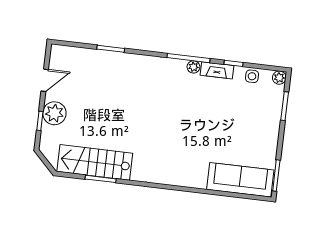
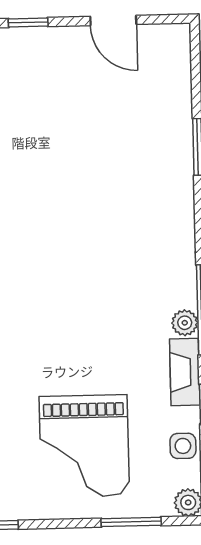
plant: (54, 113) -> (48, 50), removed
grand piano: (245, 123) -> (84, 446), added

